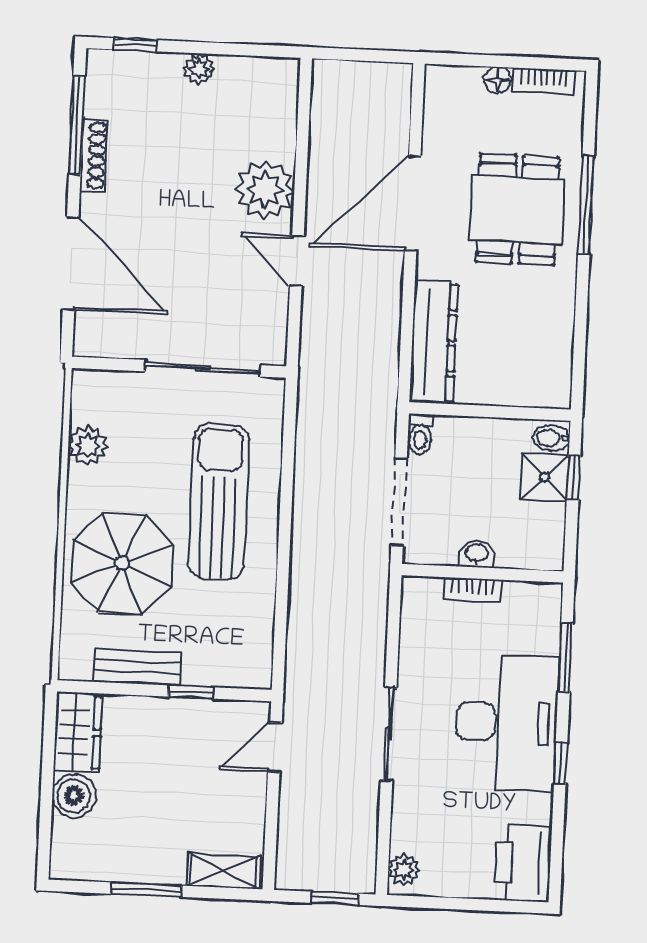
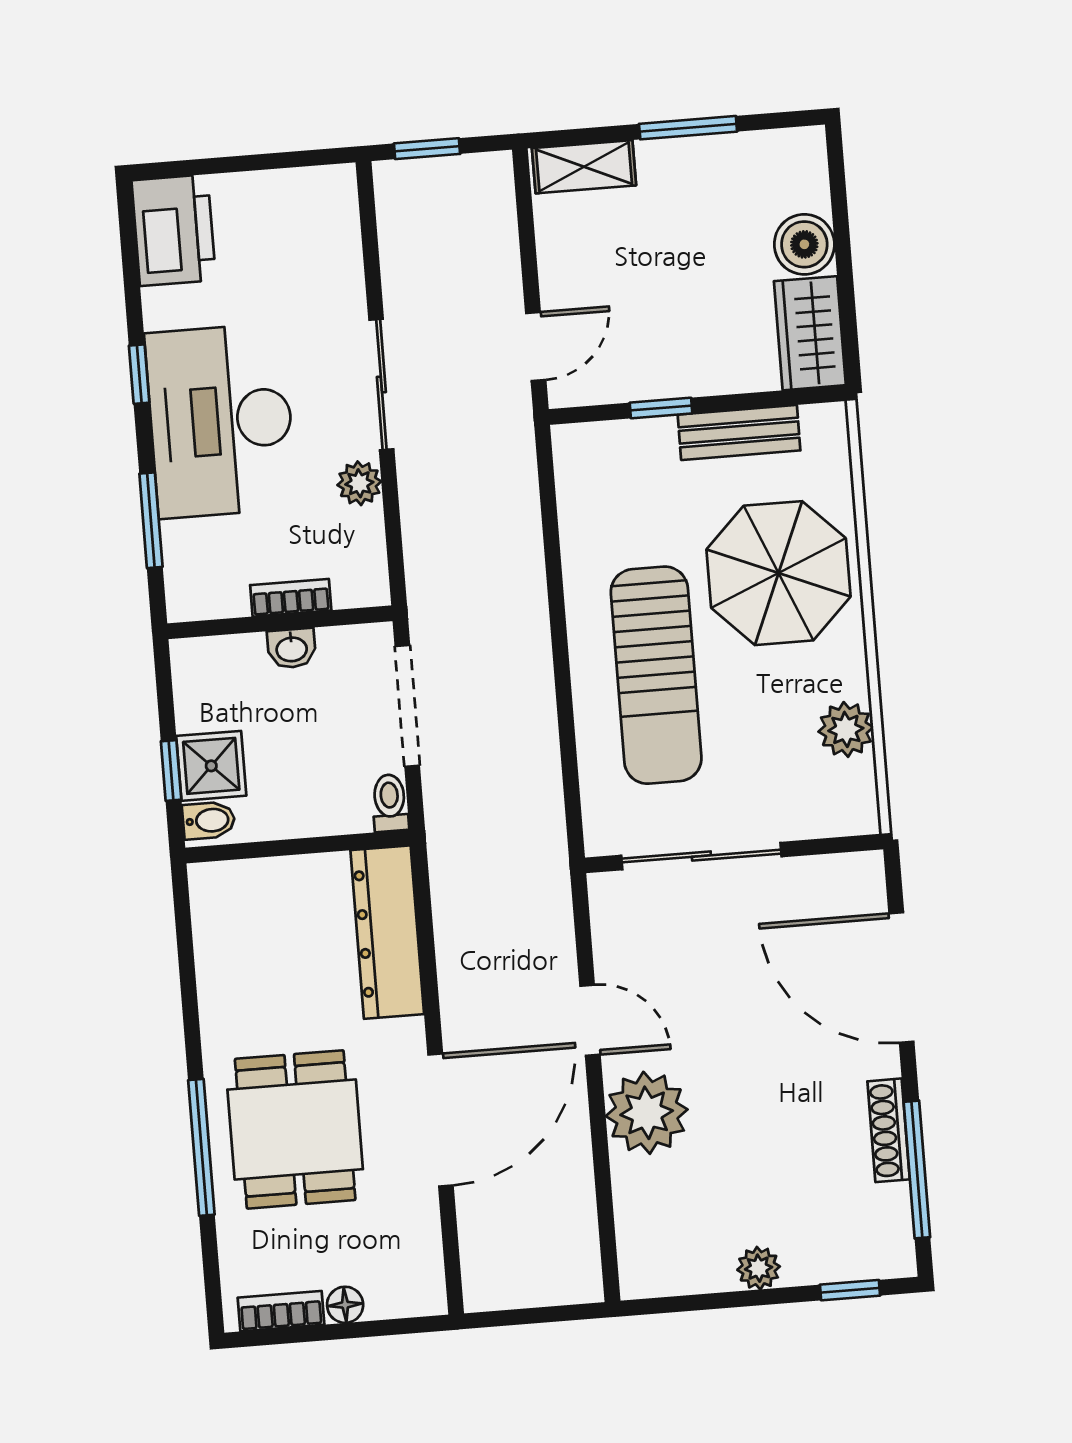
plant: (404, 870) -> (359, 483), moved

